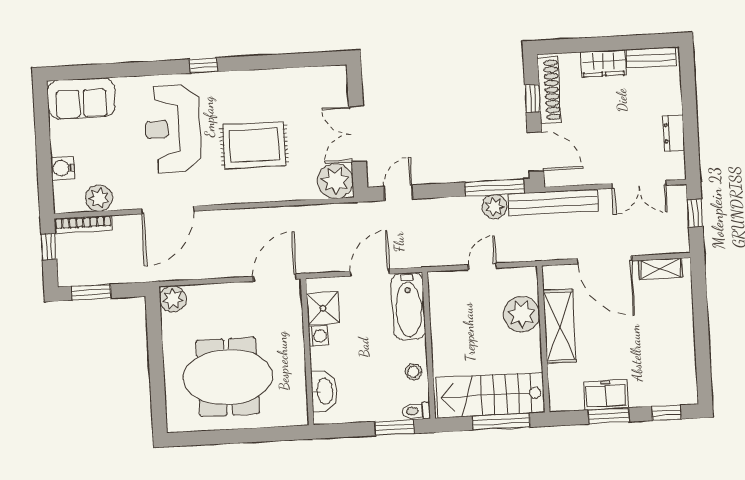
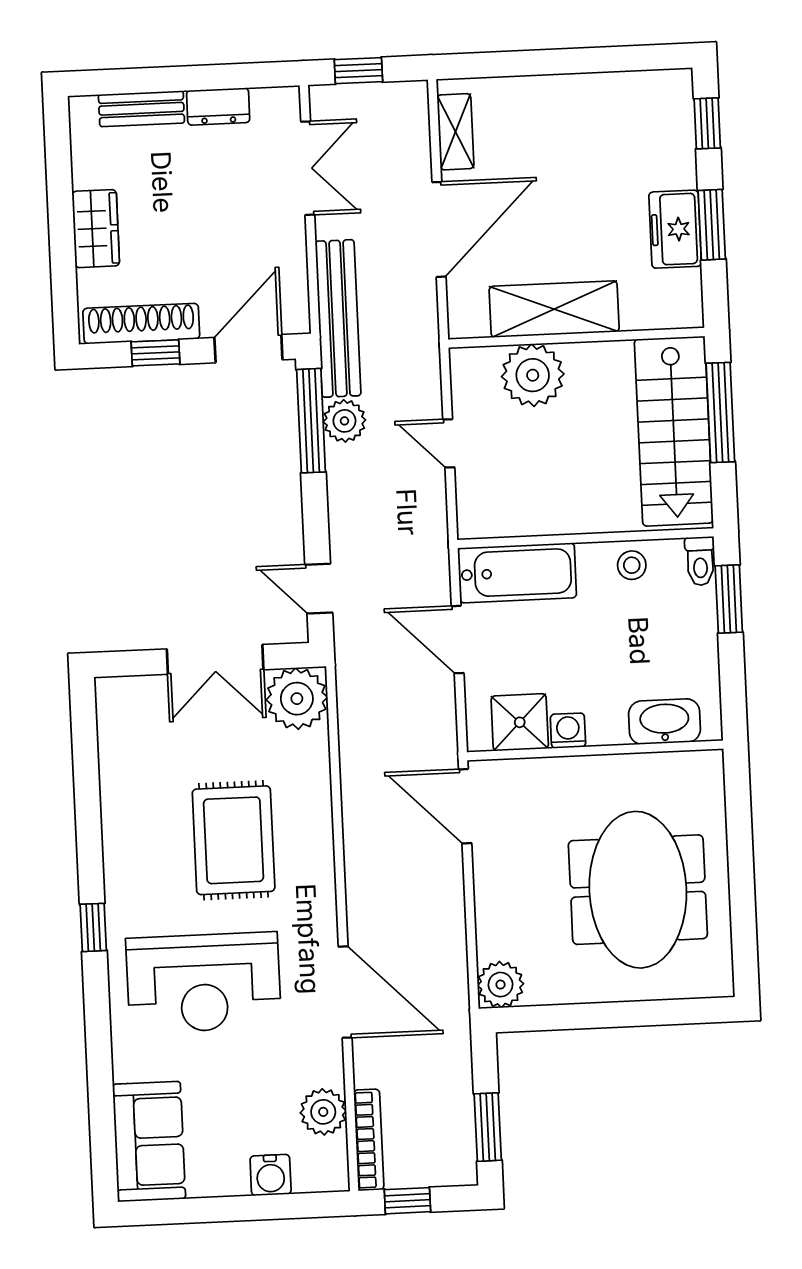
bench: (651, 57) -> (141, 109), moved, turned 90

